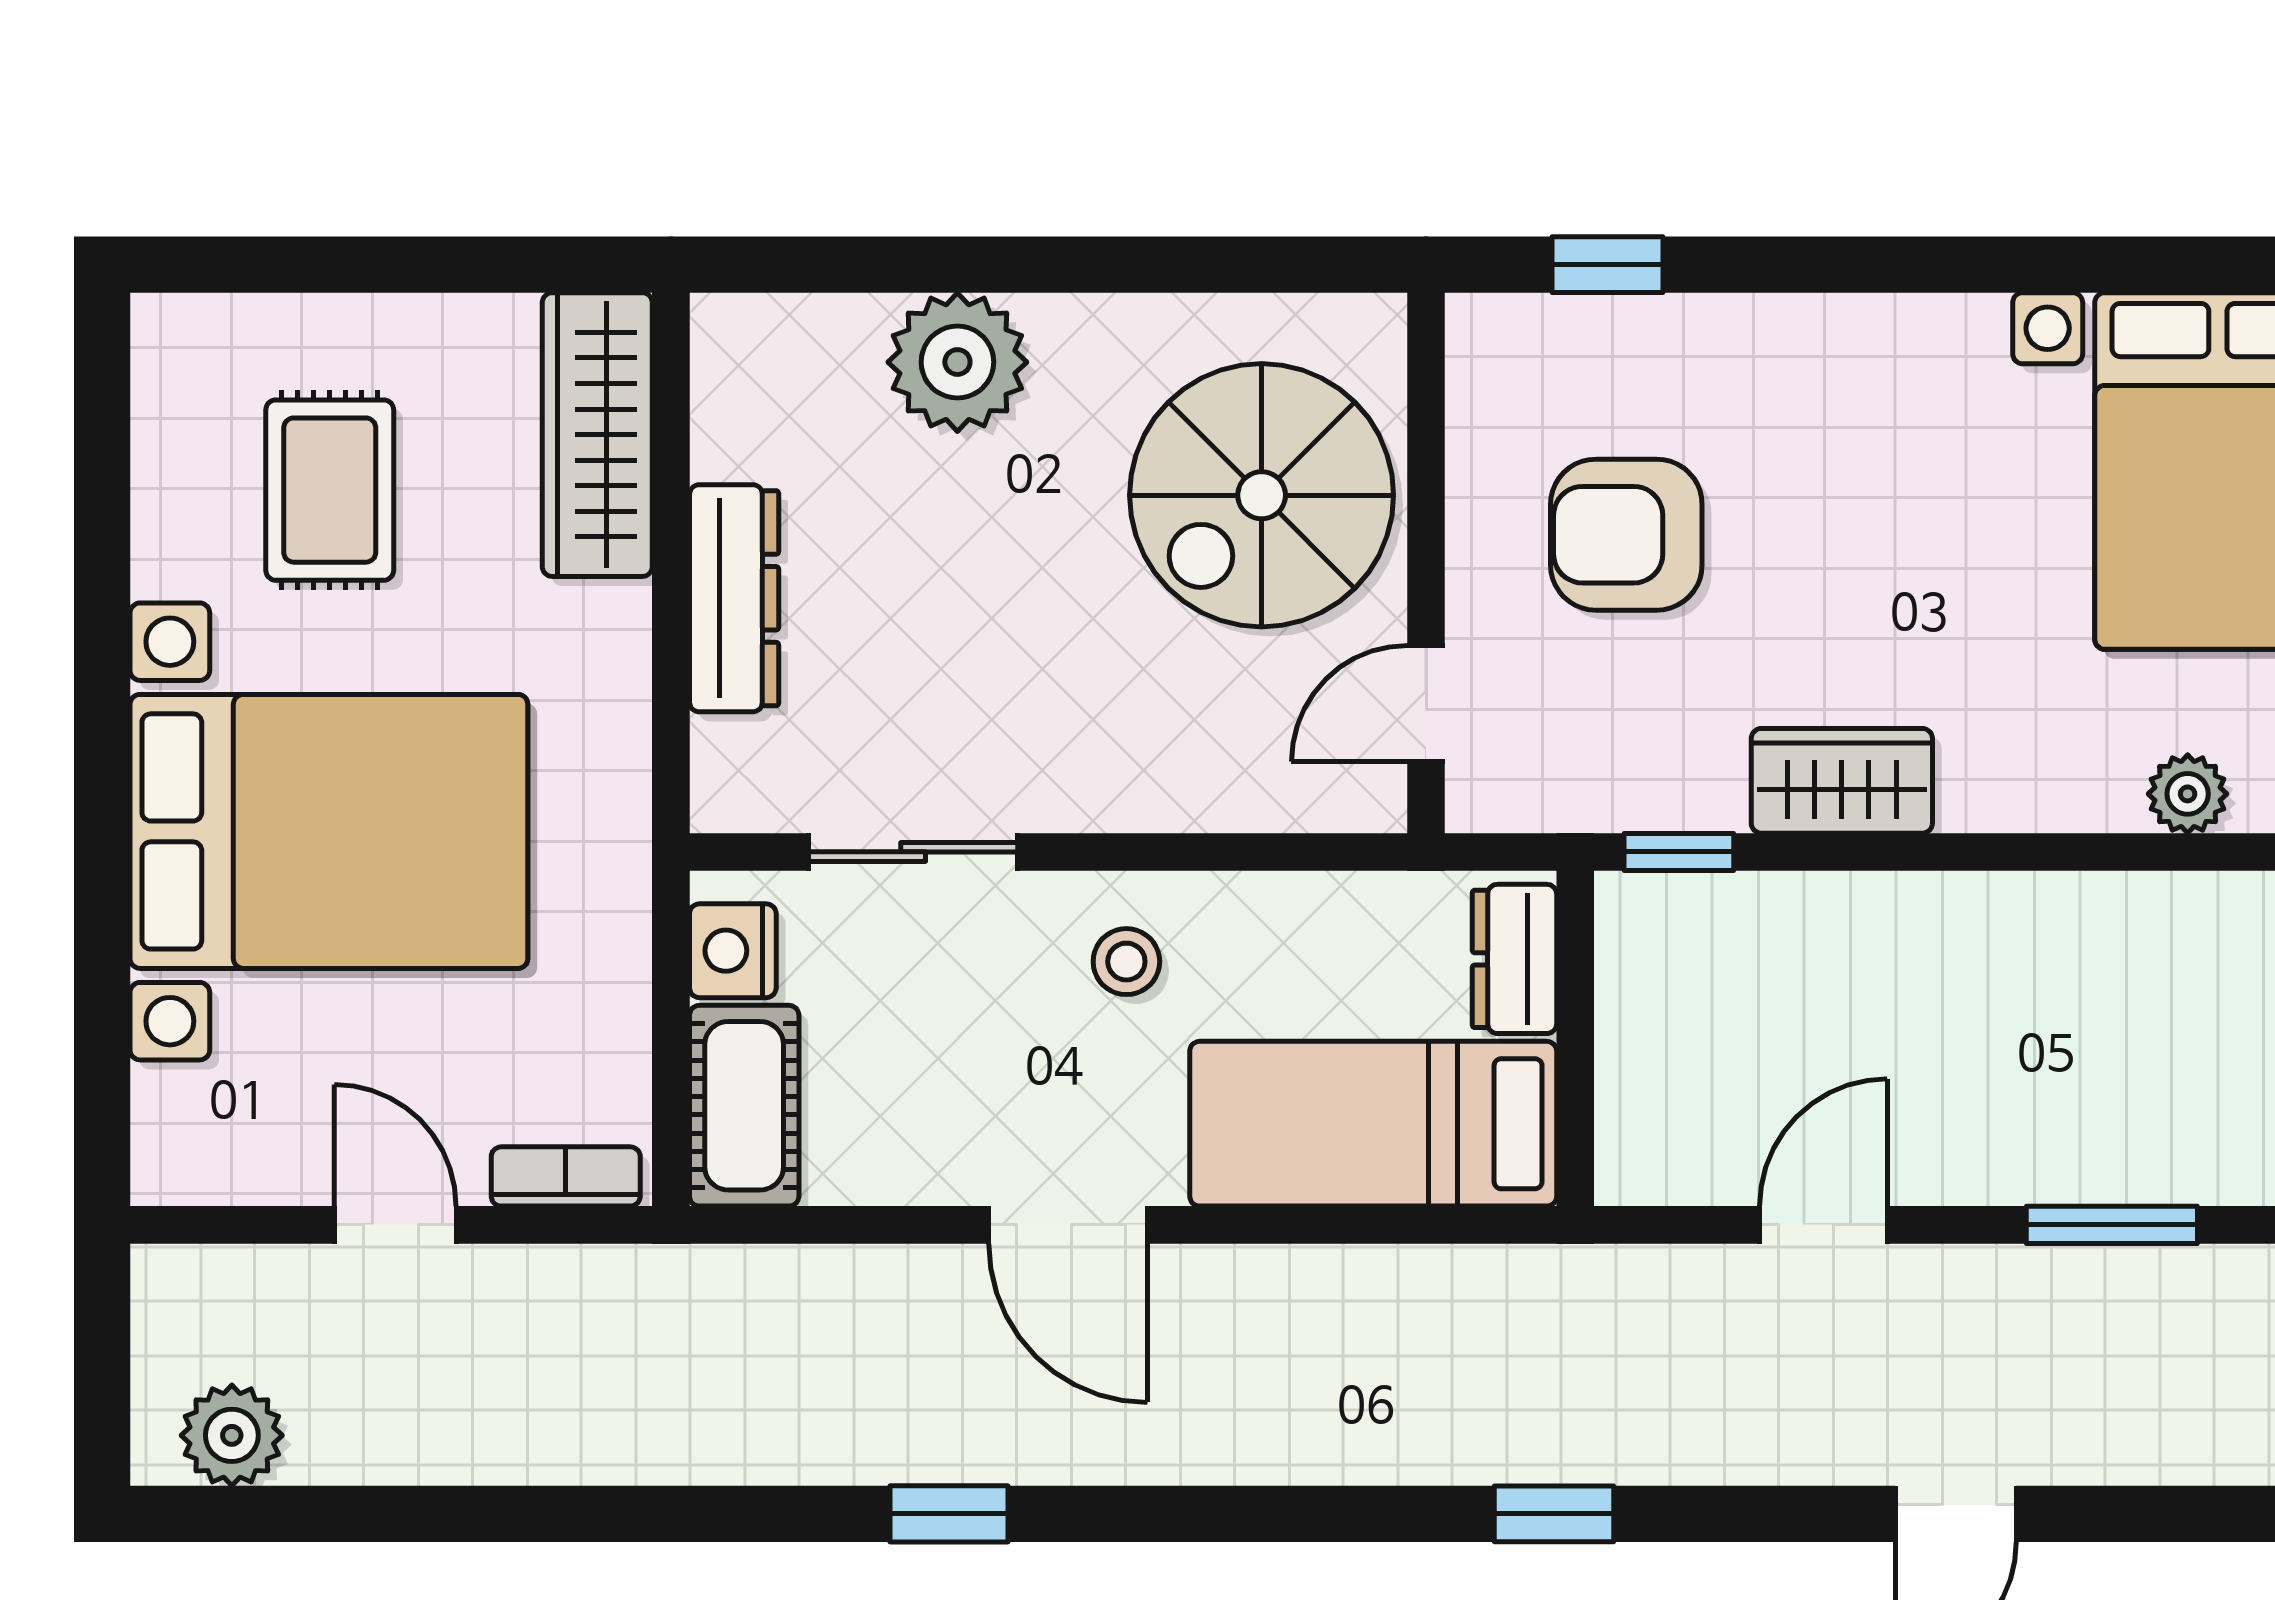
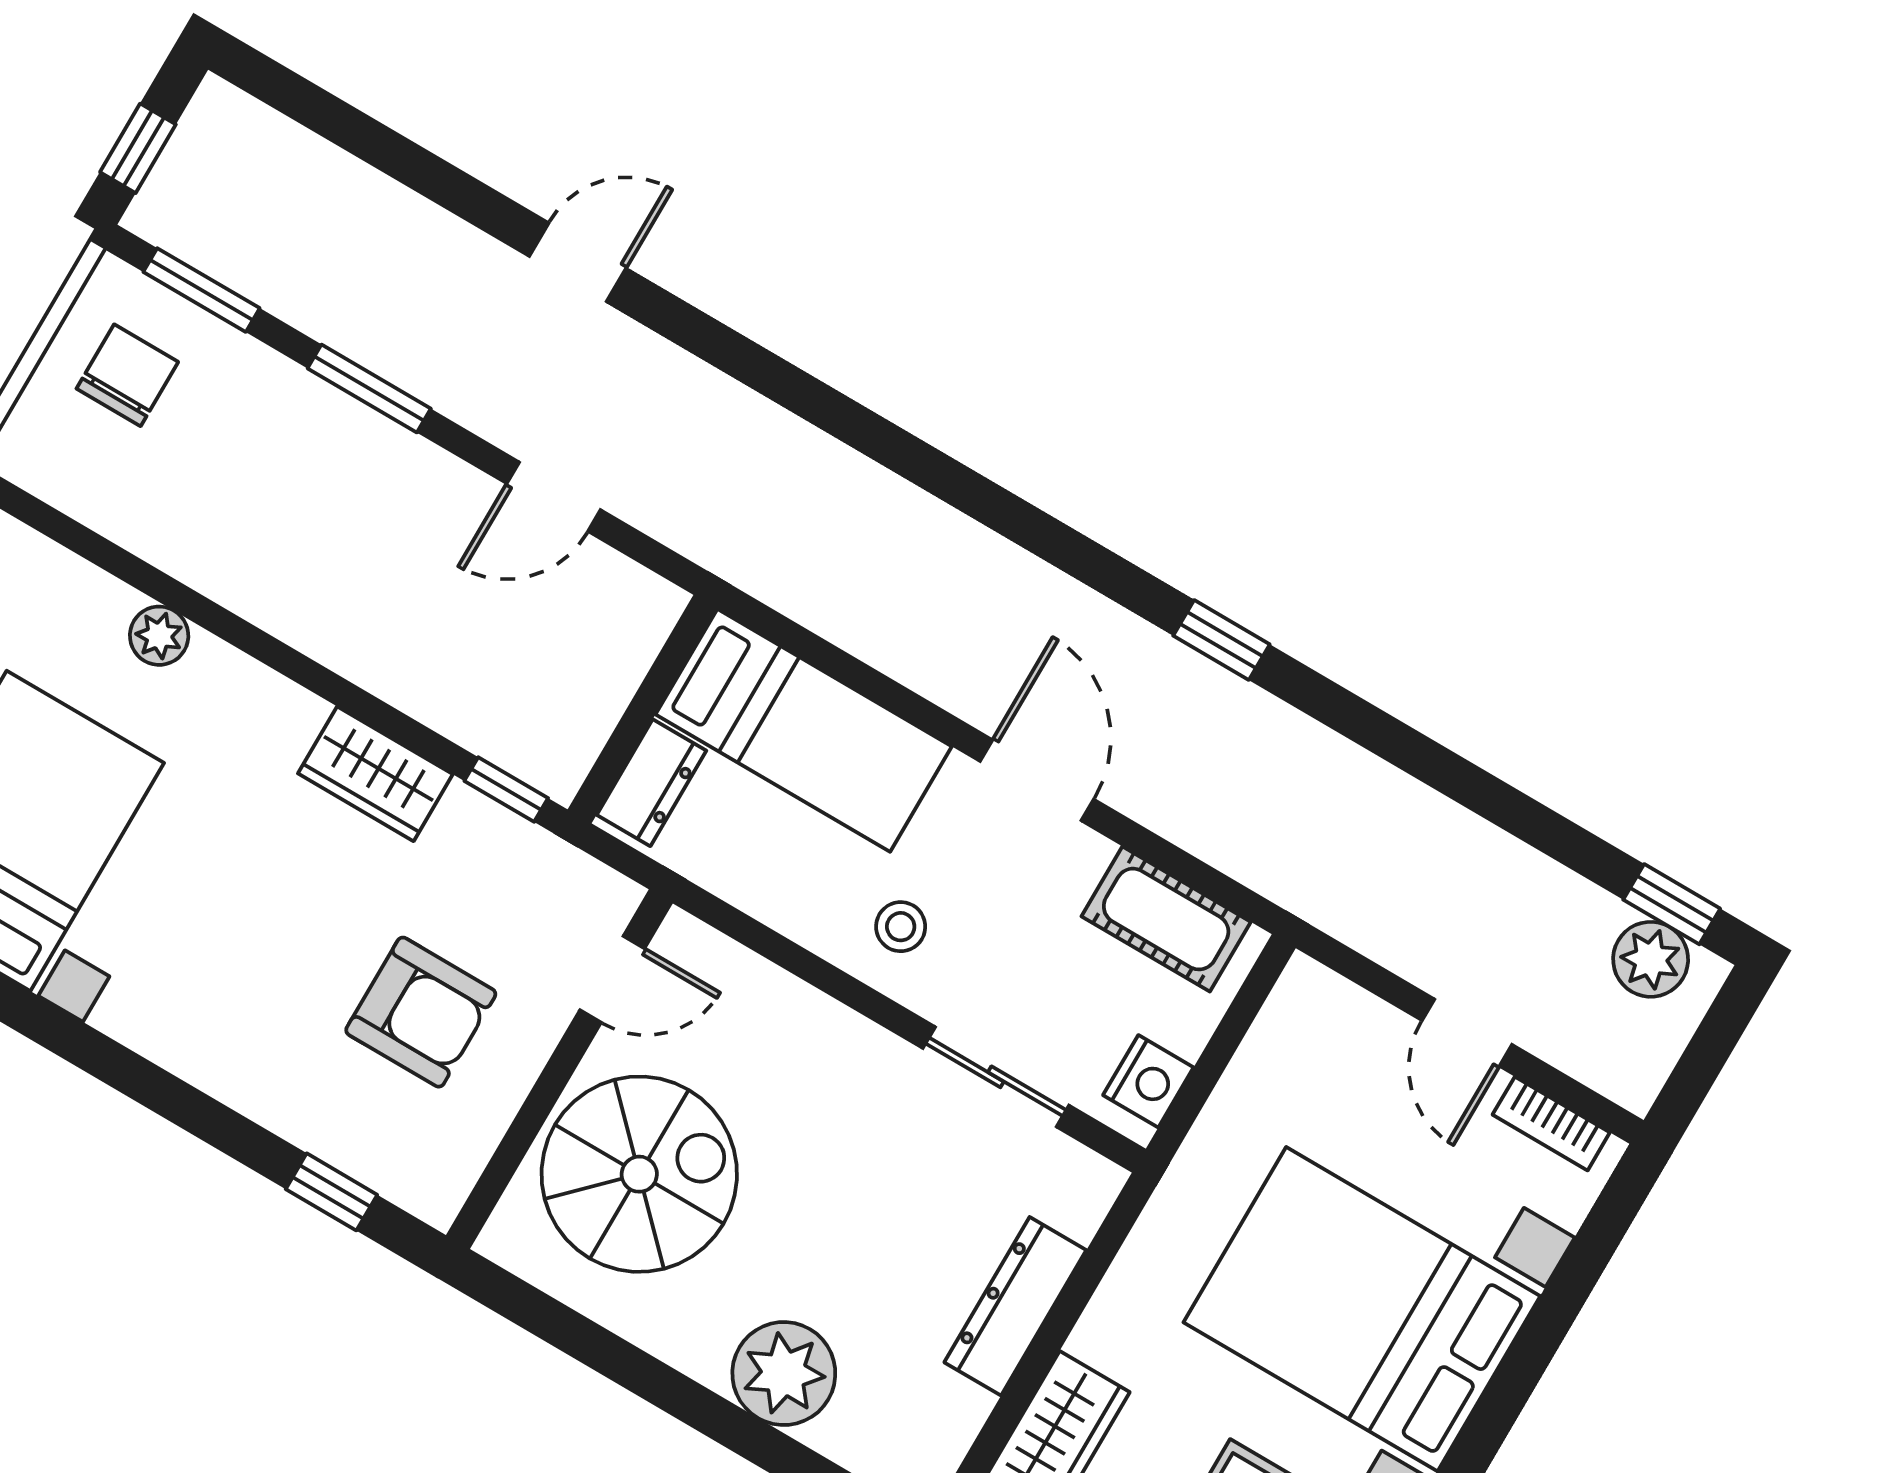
cot: (744, 1106) -> (1166, 919), moved, turned 90
bookcase: (566, 1176) -> (1551, 1124), moved
window: (1554, 1514) -> (1672, 904), moved

